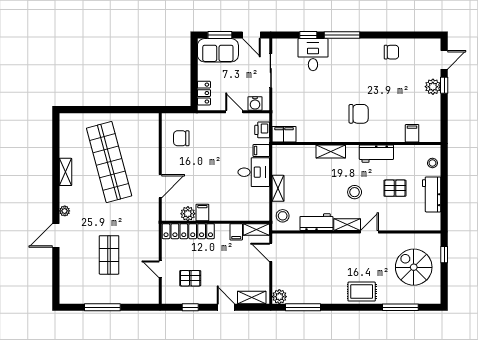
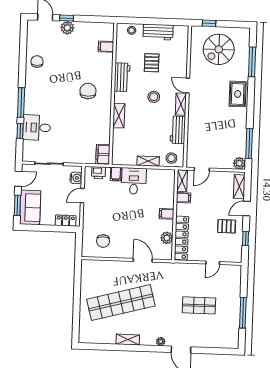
filing cabinet: (202, 213) -> (167, 214), moved
pallet: (190, 278) -> (227, 226), moved, turned 90

